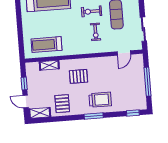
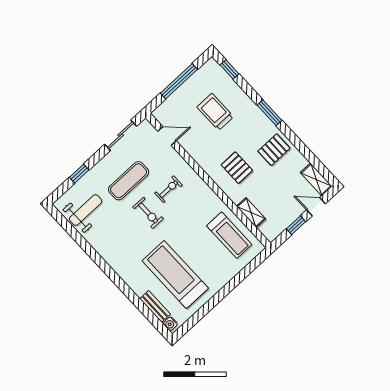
trolley: (100, 100) -> (215, 112), moved
door: (26, 102) -> (316, 207), swing flipped
pallet: (62, 104) -> (274, 150), moved

